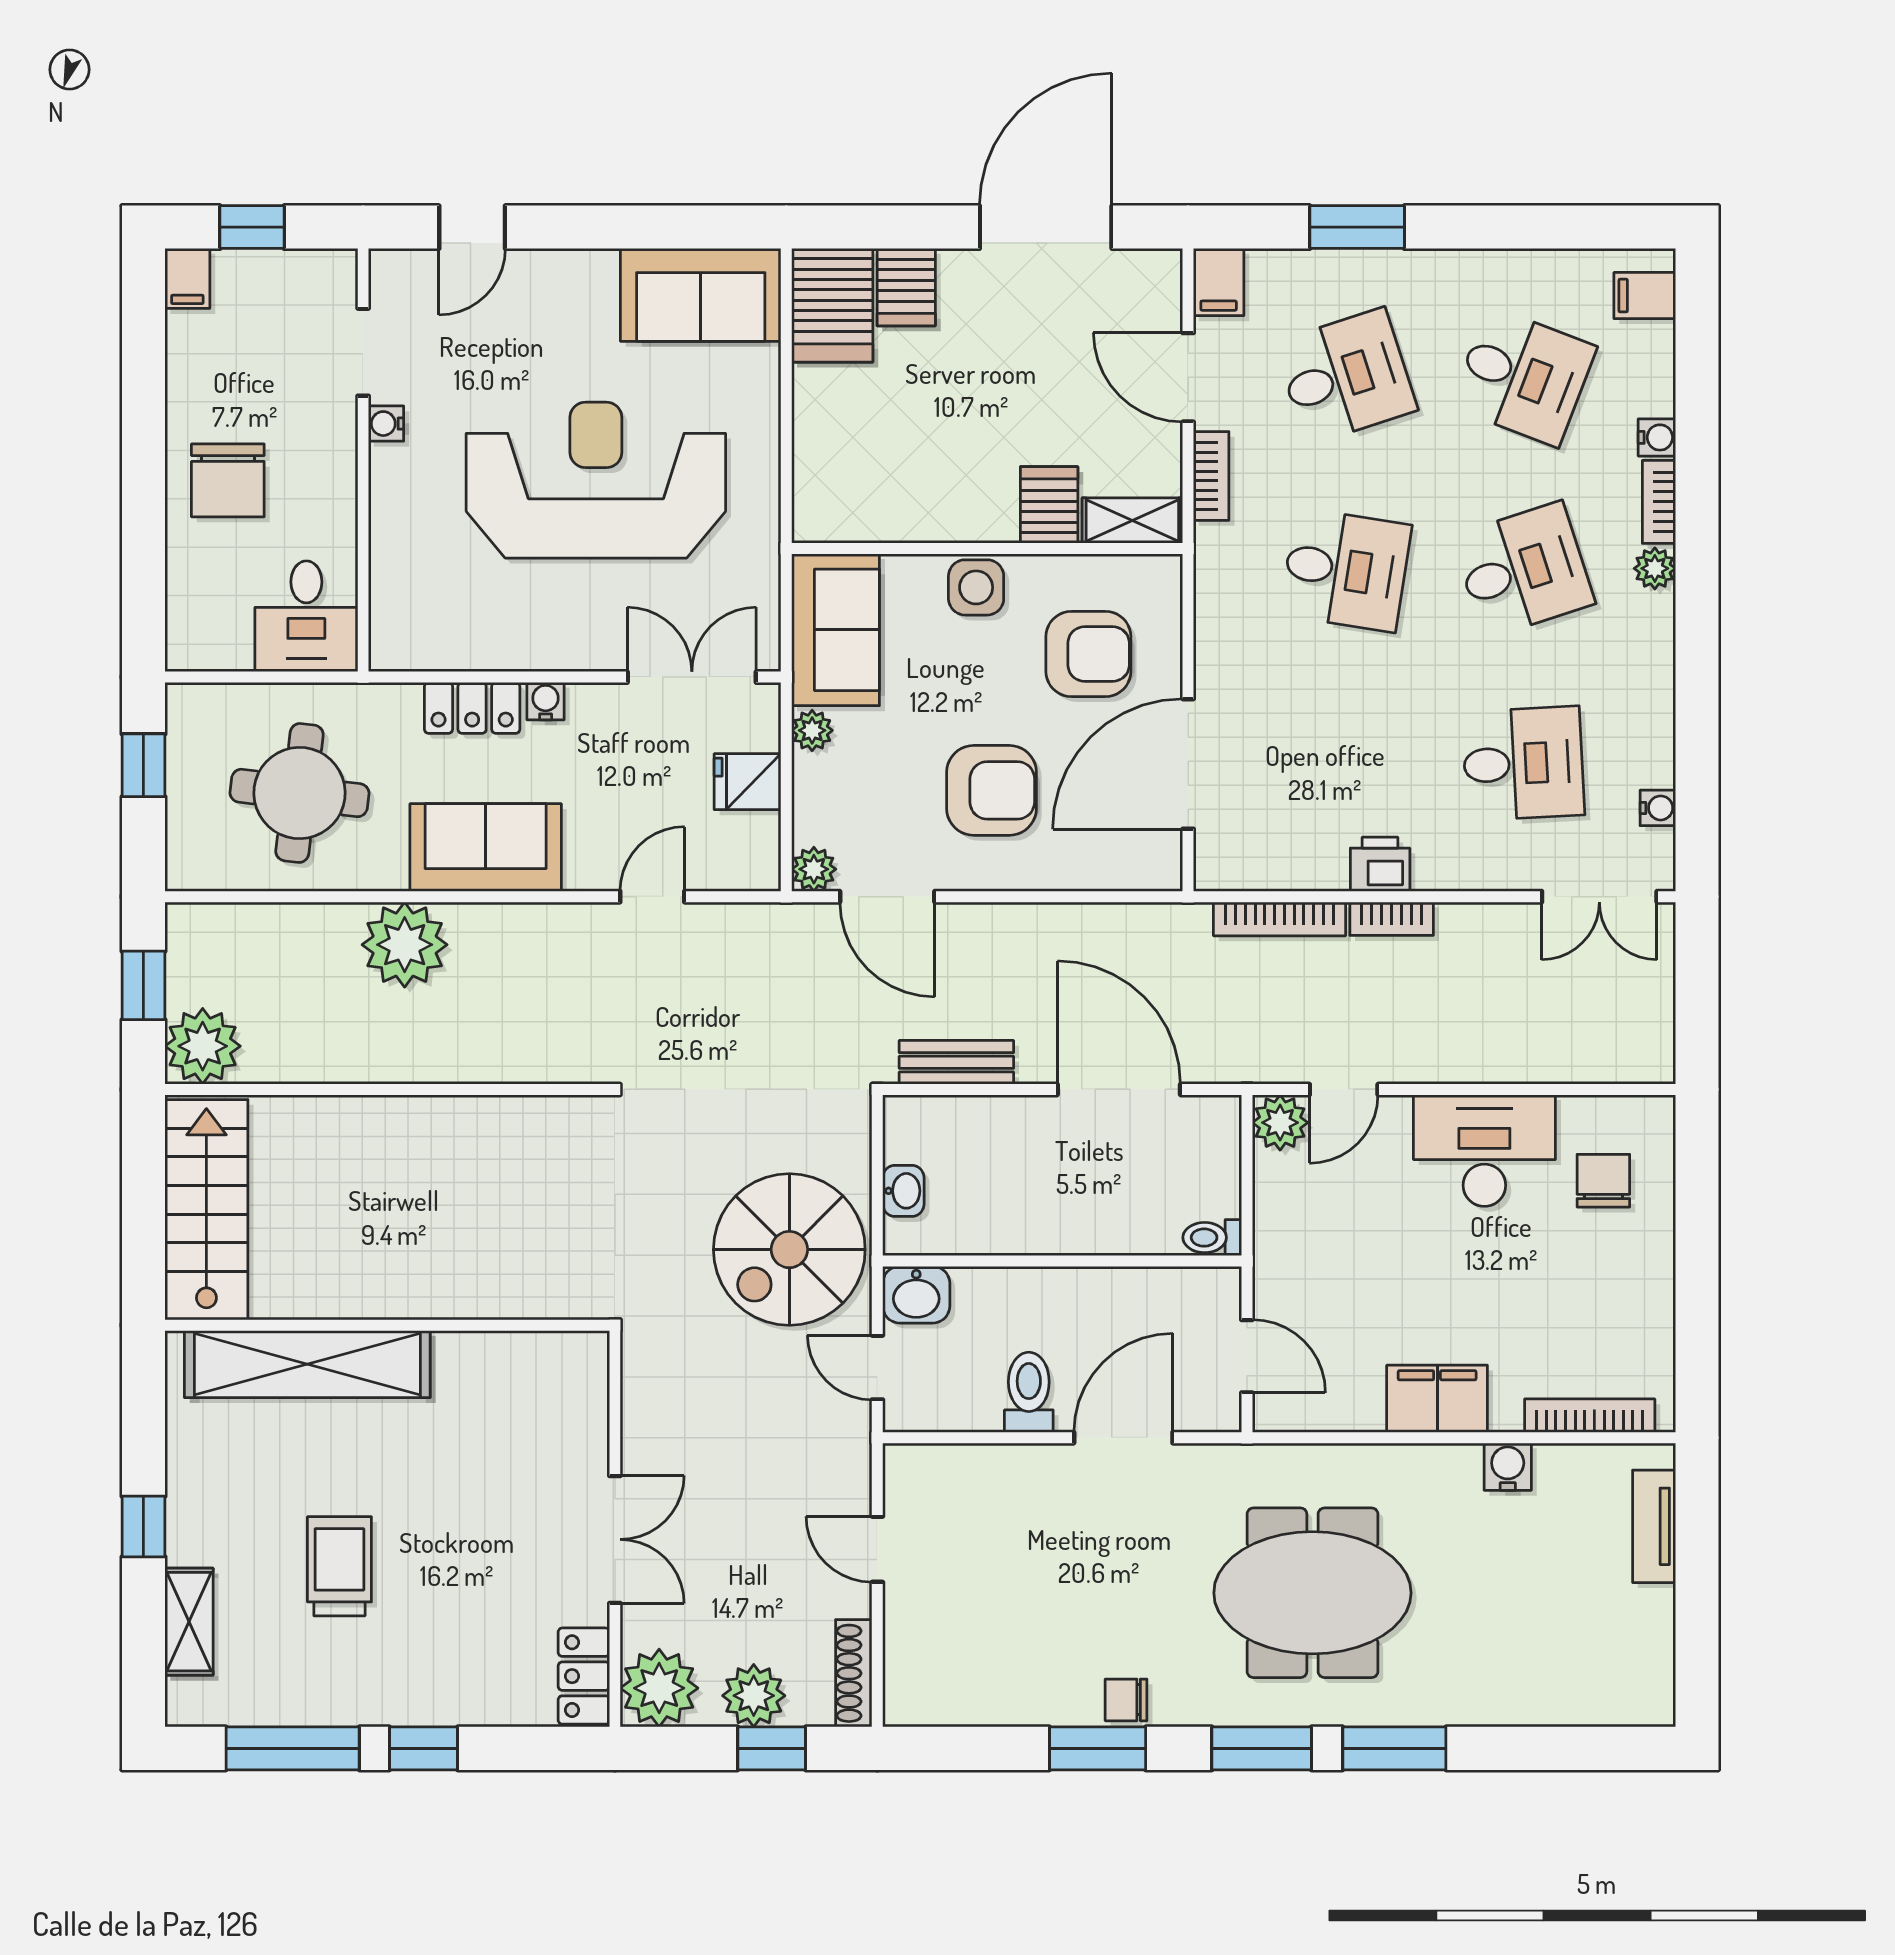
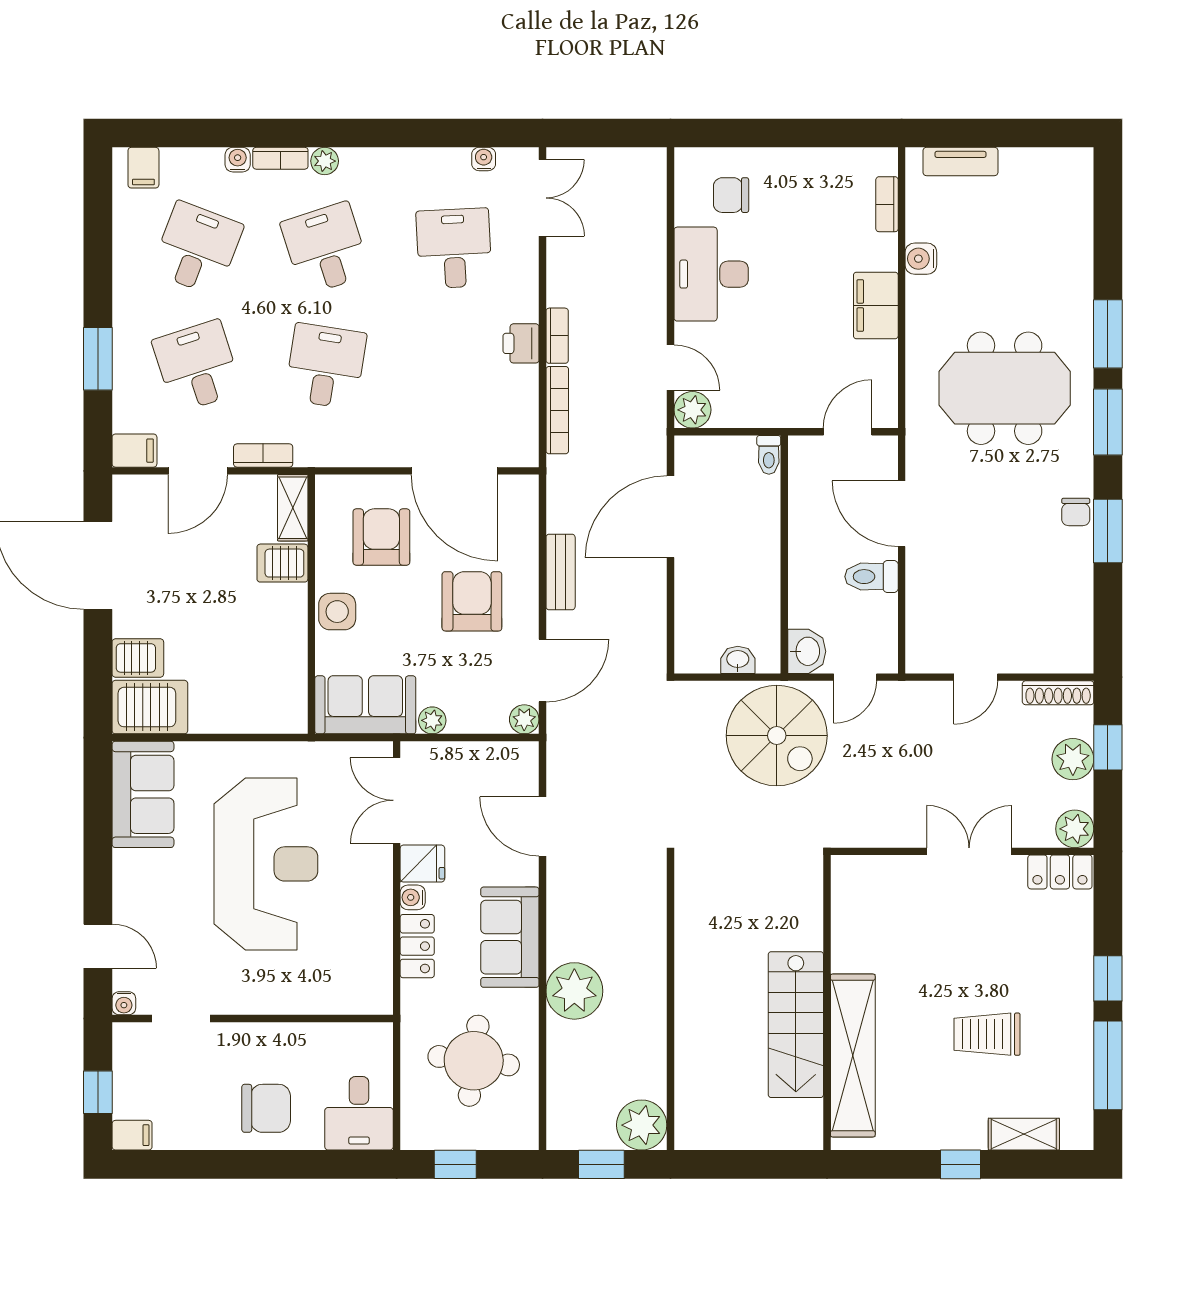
water cooler: (386, 424) -> (124, 1003), moved
reception desk: (596, 480) -> (266, 864), turned 180
desk: (306, 616) -> (359, 1113), moved, turned 90
fridge: (748, 782) -> (422, 864), moved, turned -90
door: (652, 897) -> (542, 827), width x1.38
bench: (956, 1062) -> (561, 572), moved
stairs: (206, 1210) -> (796, 1025), moved, turned -90
bookcase: (1590, 1416) -> (887, 204), width x0.64
meeting table: (1312, 1593) -> (1005, 388), turned 90
plant: (659, 1688) -> (1075, 829), width x0.73, depth x0.73

